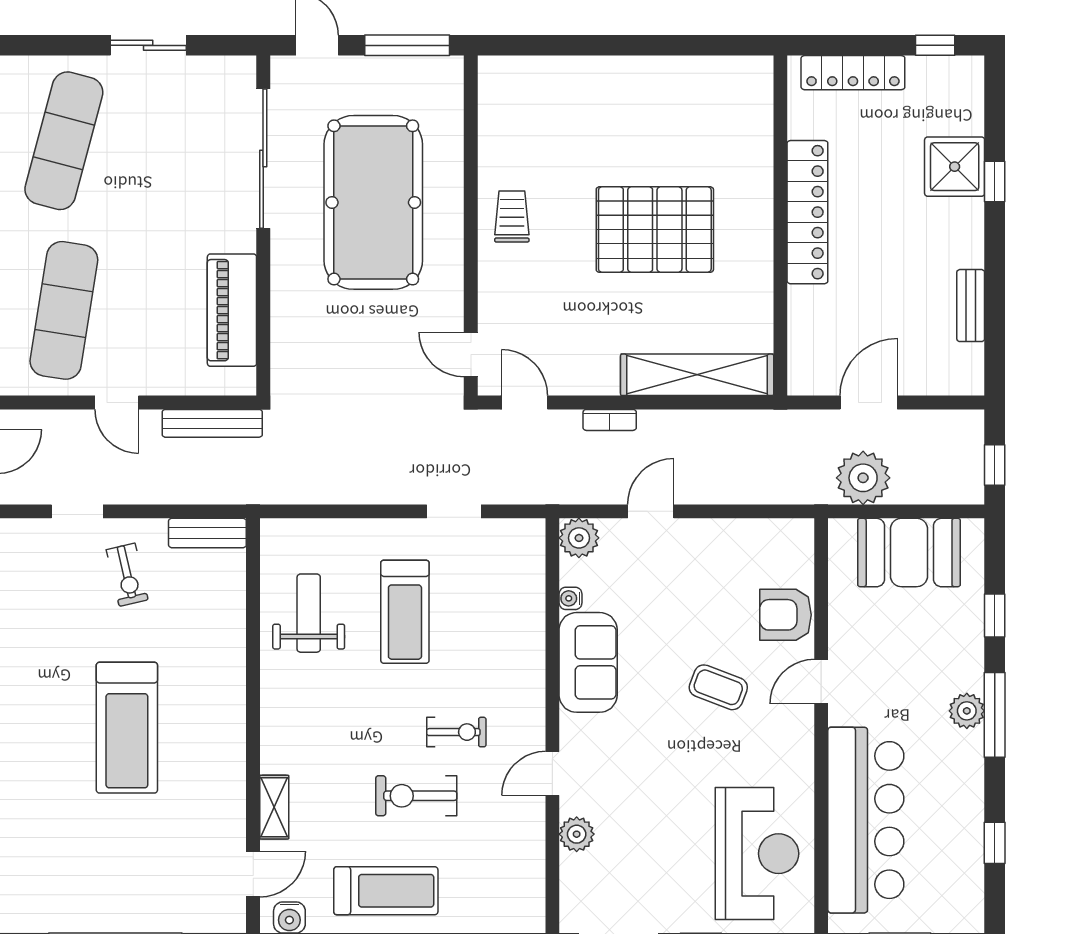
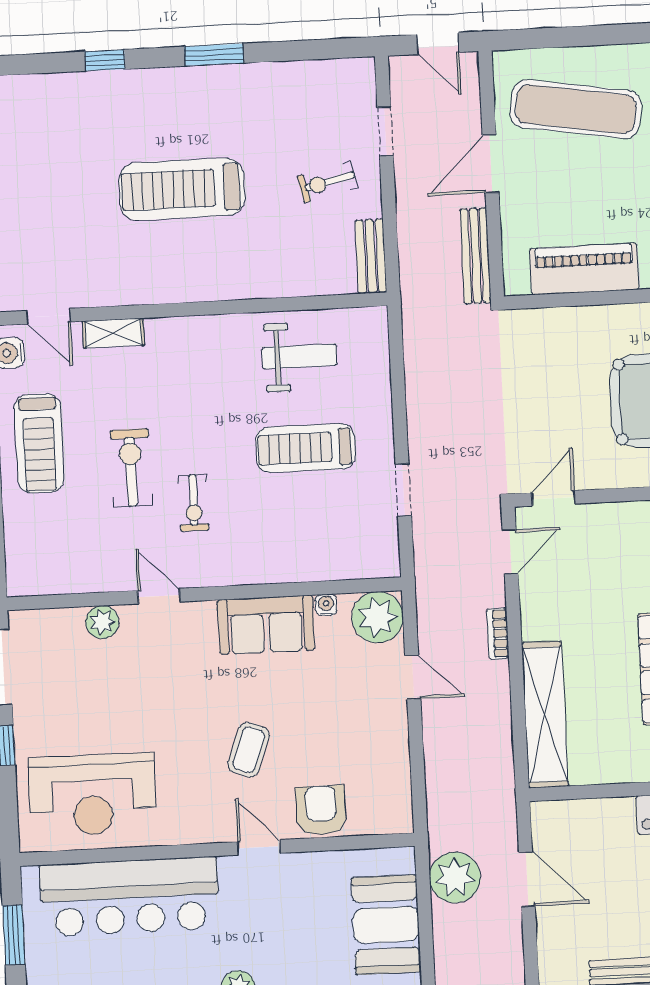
door: (117, 403) -> (491, 164), width x1.38
plant: (579, 538) -> (378, 617), width x1.36, depth x1.36

